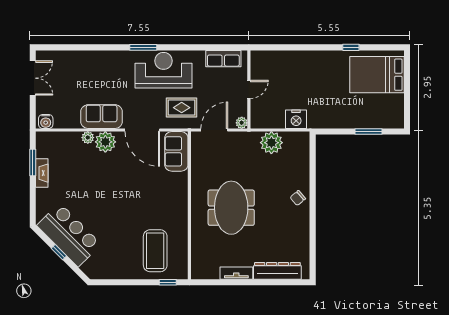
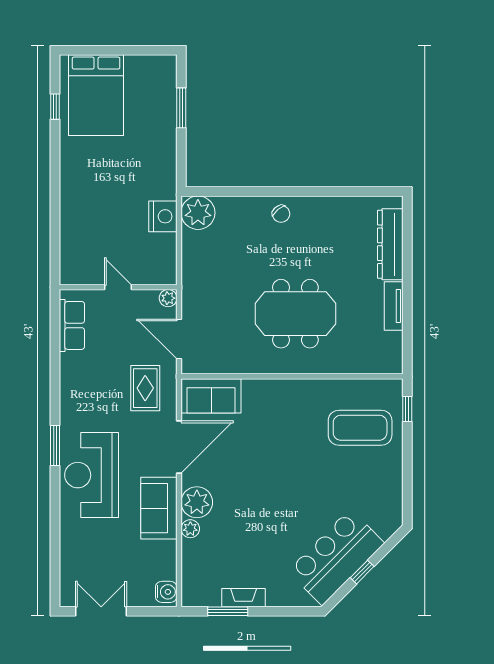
window: (351, 47) -> (55, 107), moved
reception desk: (164, 70) -> (92, 475), moved
plant: (271, 143) -> (198, 213), moved

